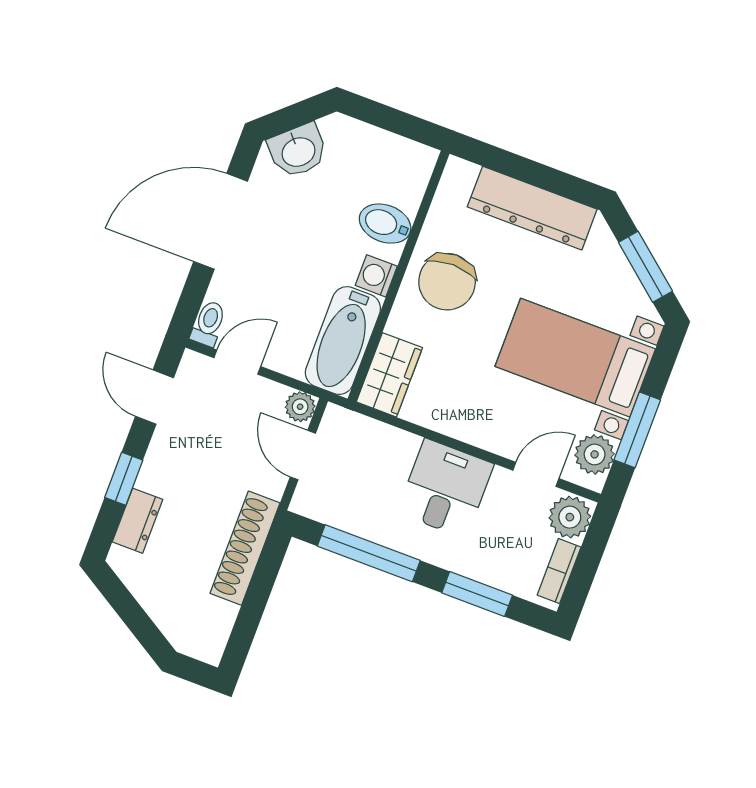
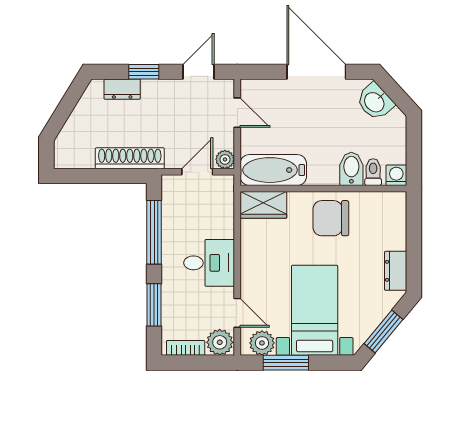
dresser: (532, 208) -> (396, 271), width x0.51, depth x0.80
washing machine: (376, 276) -> (396, 175), moved
toilet: (208, 323) -> (373, 172), moved, turned -90

